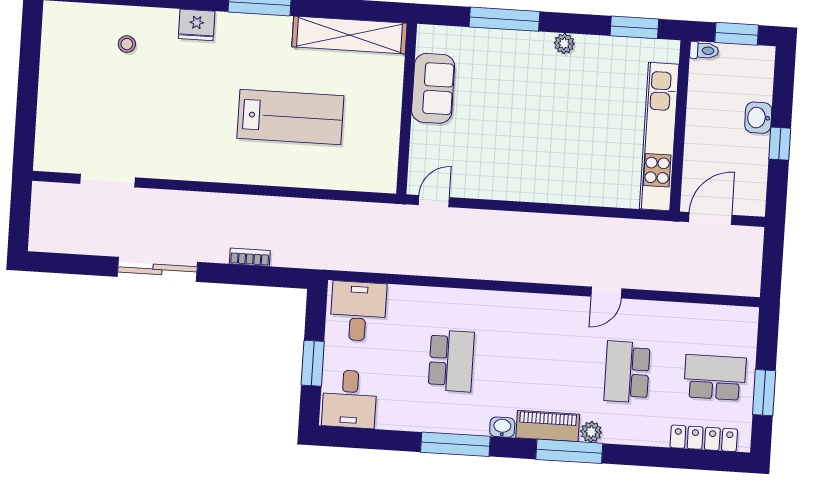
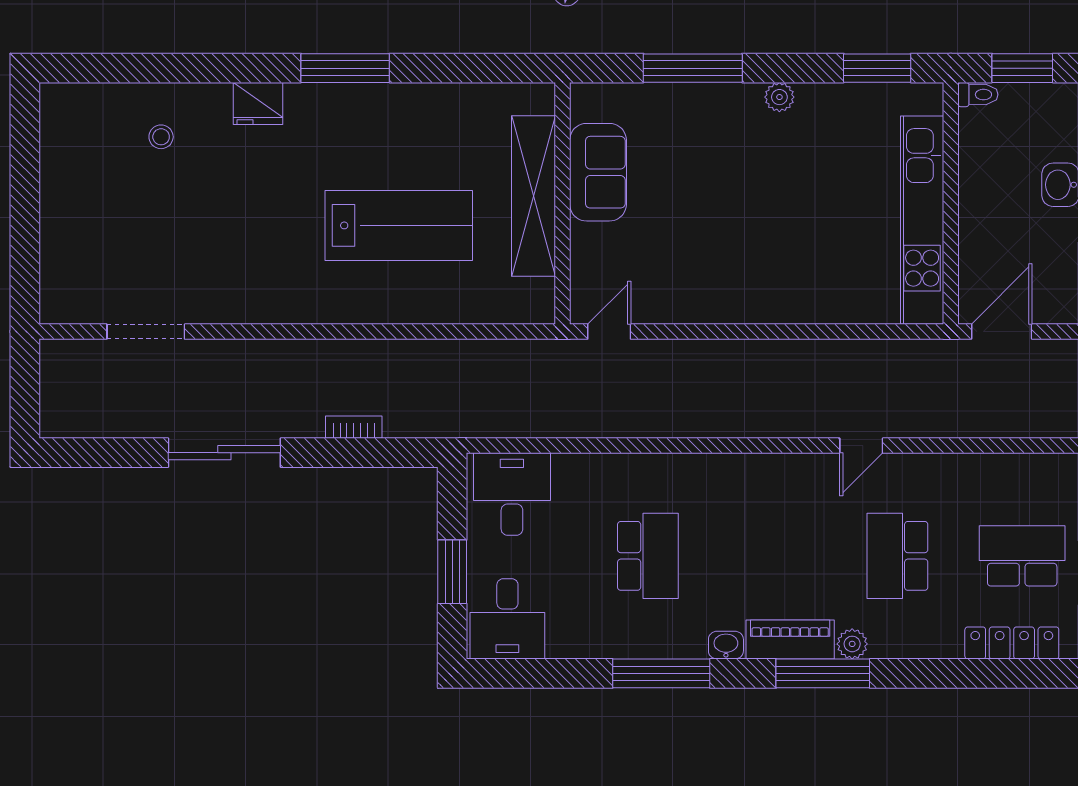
shelving: (349, 35) -> (533, 196), moved, turned 90

